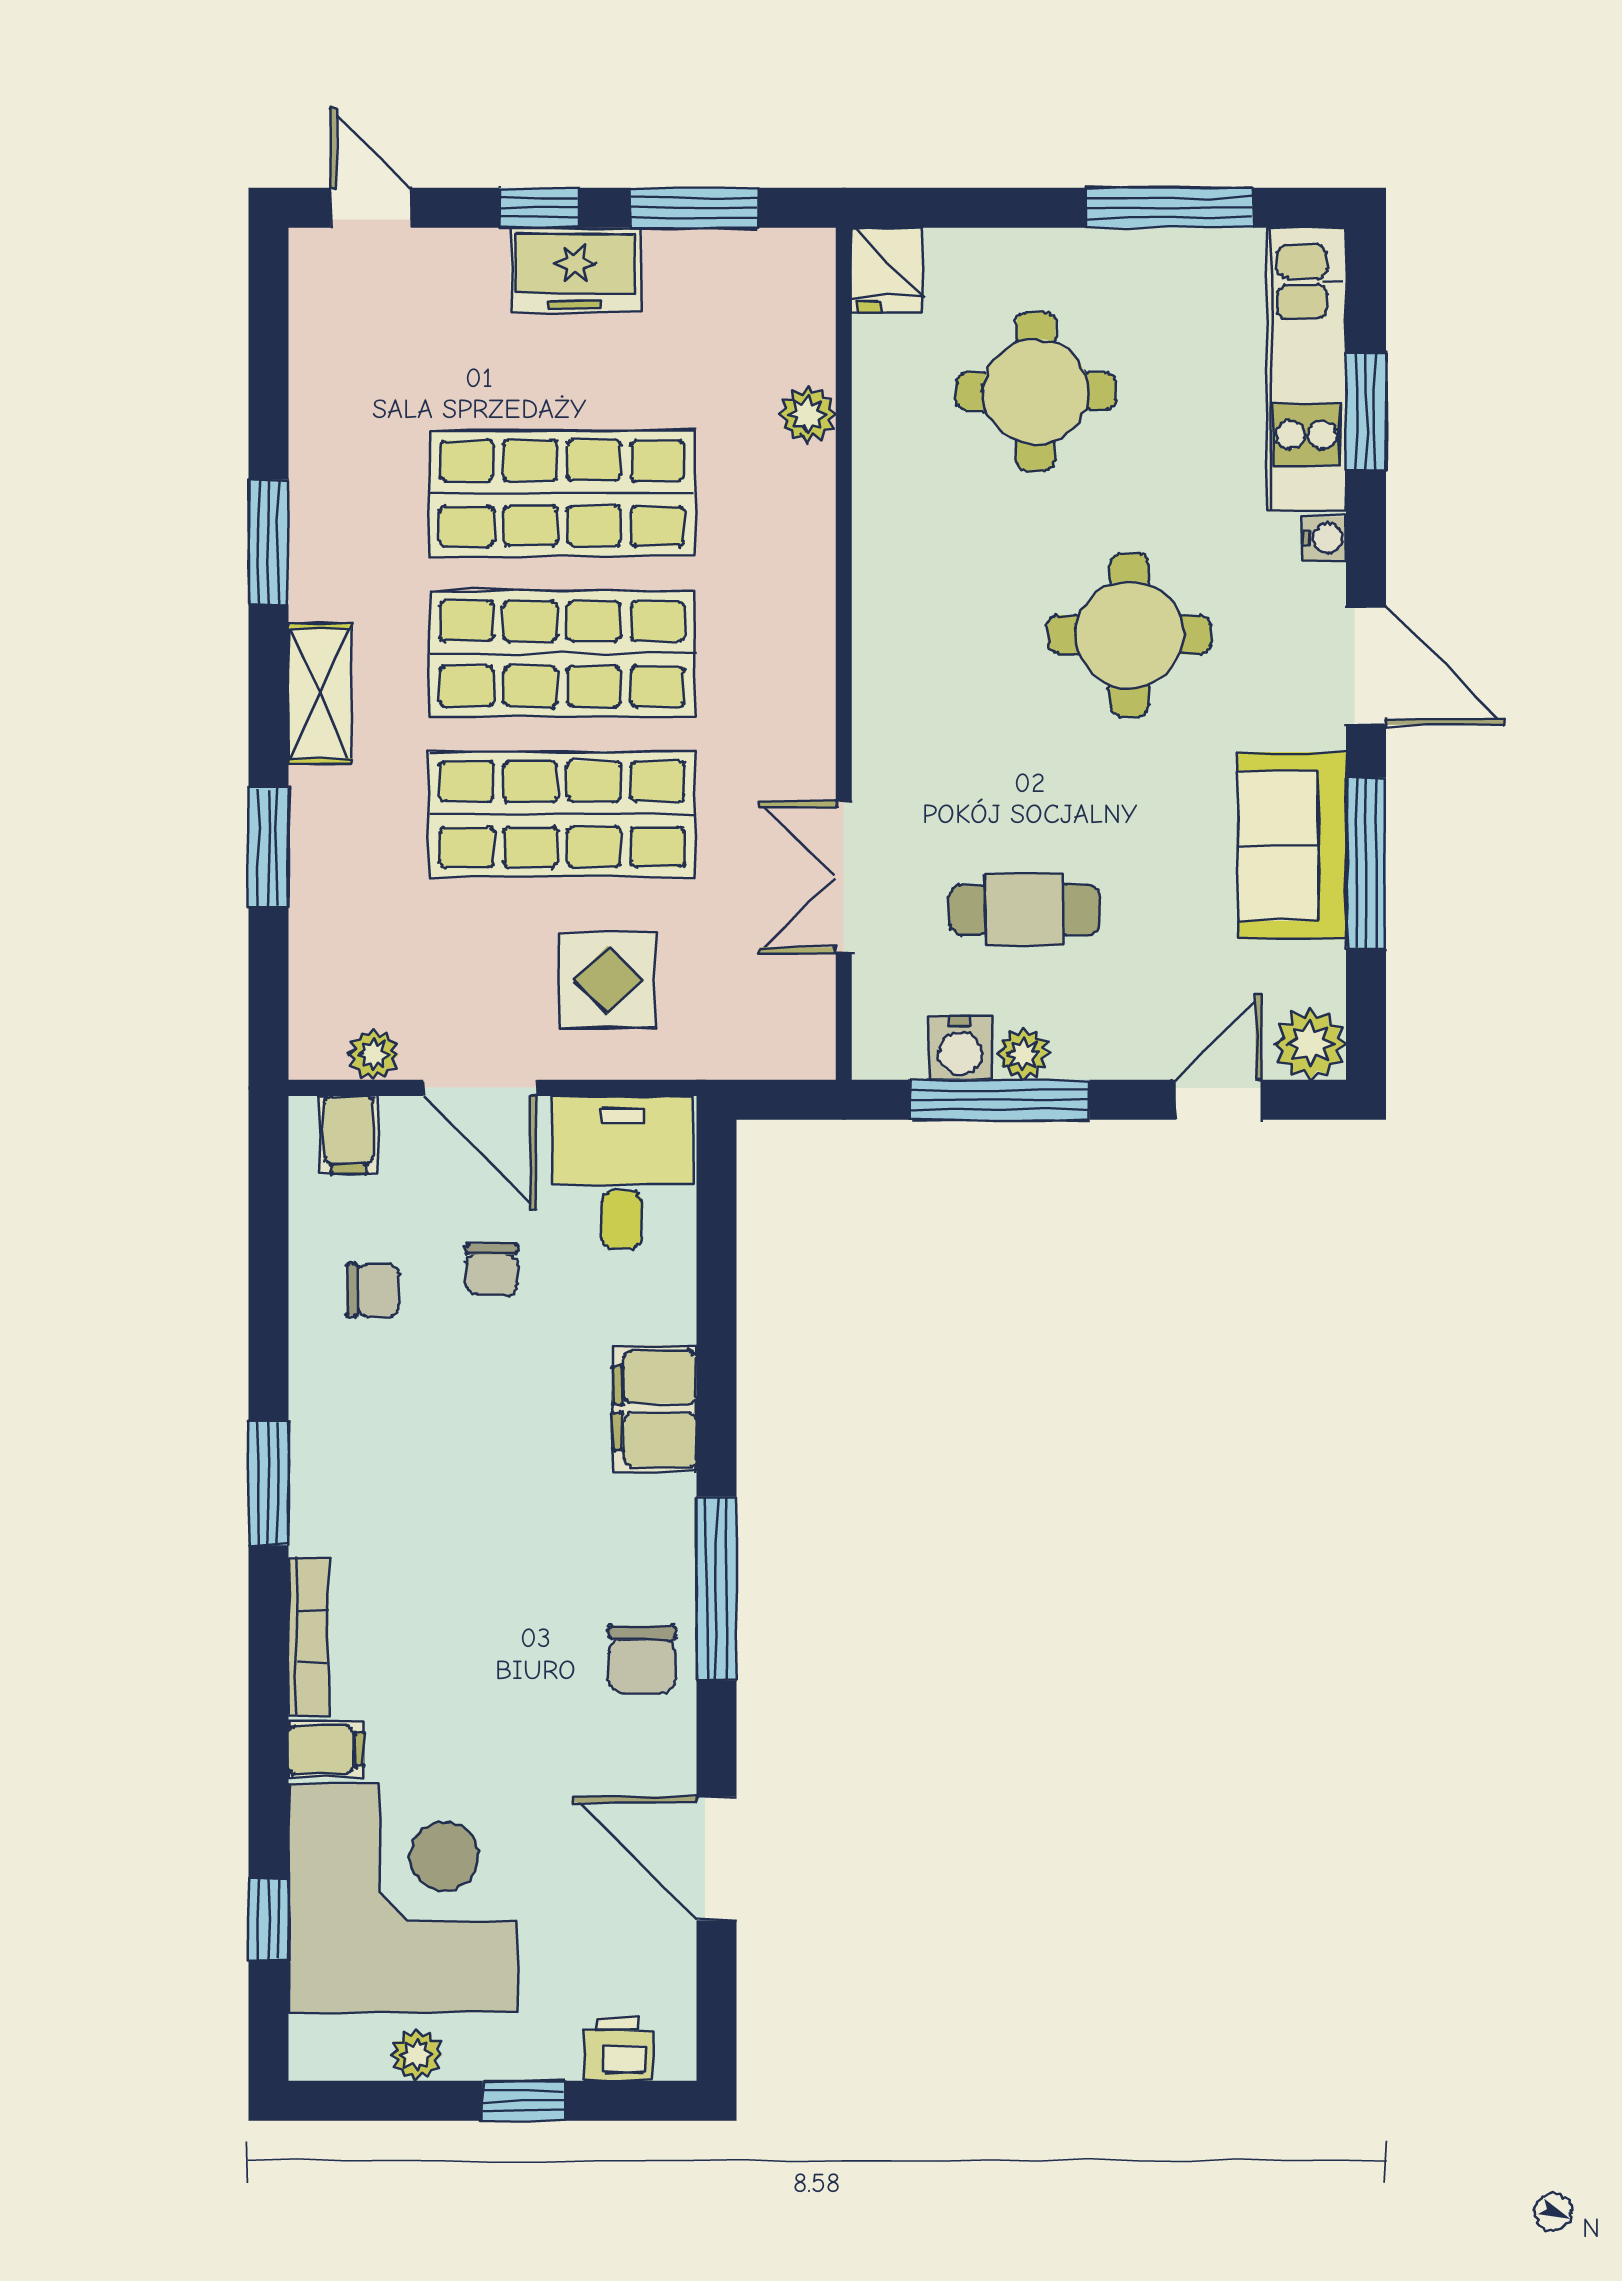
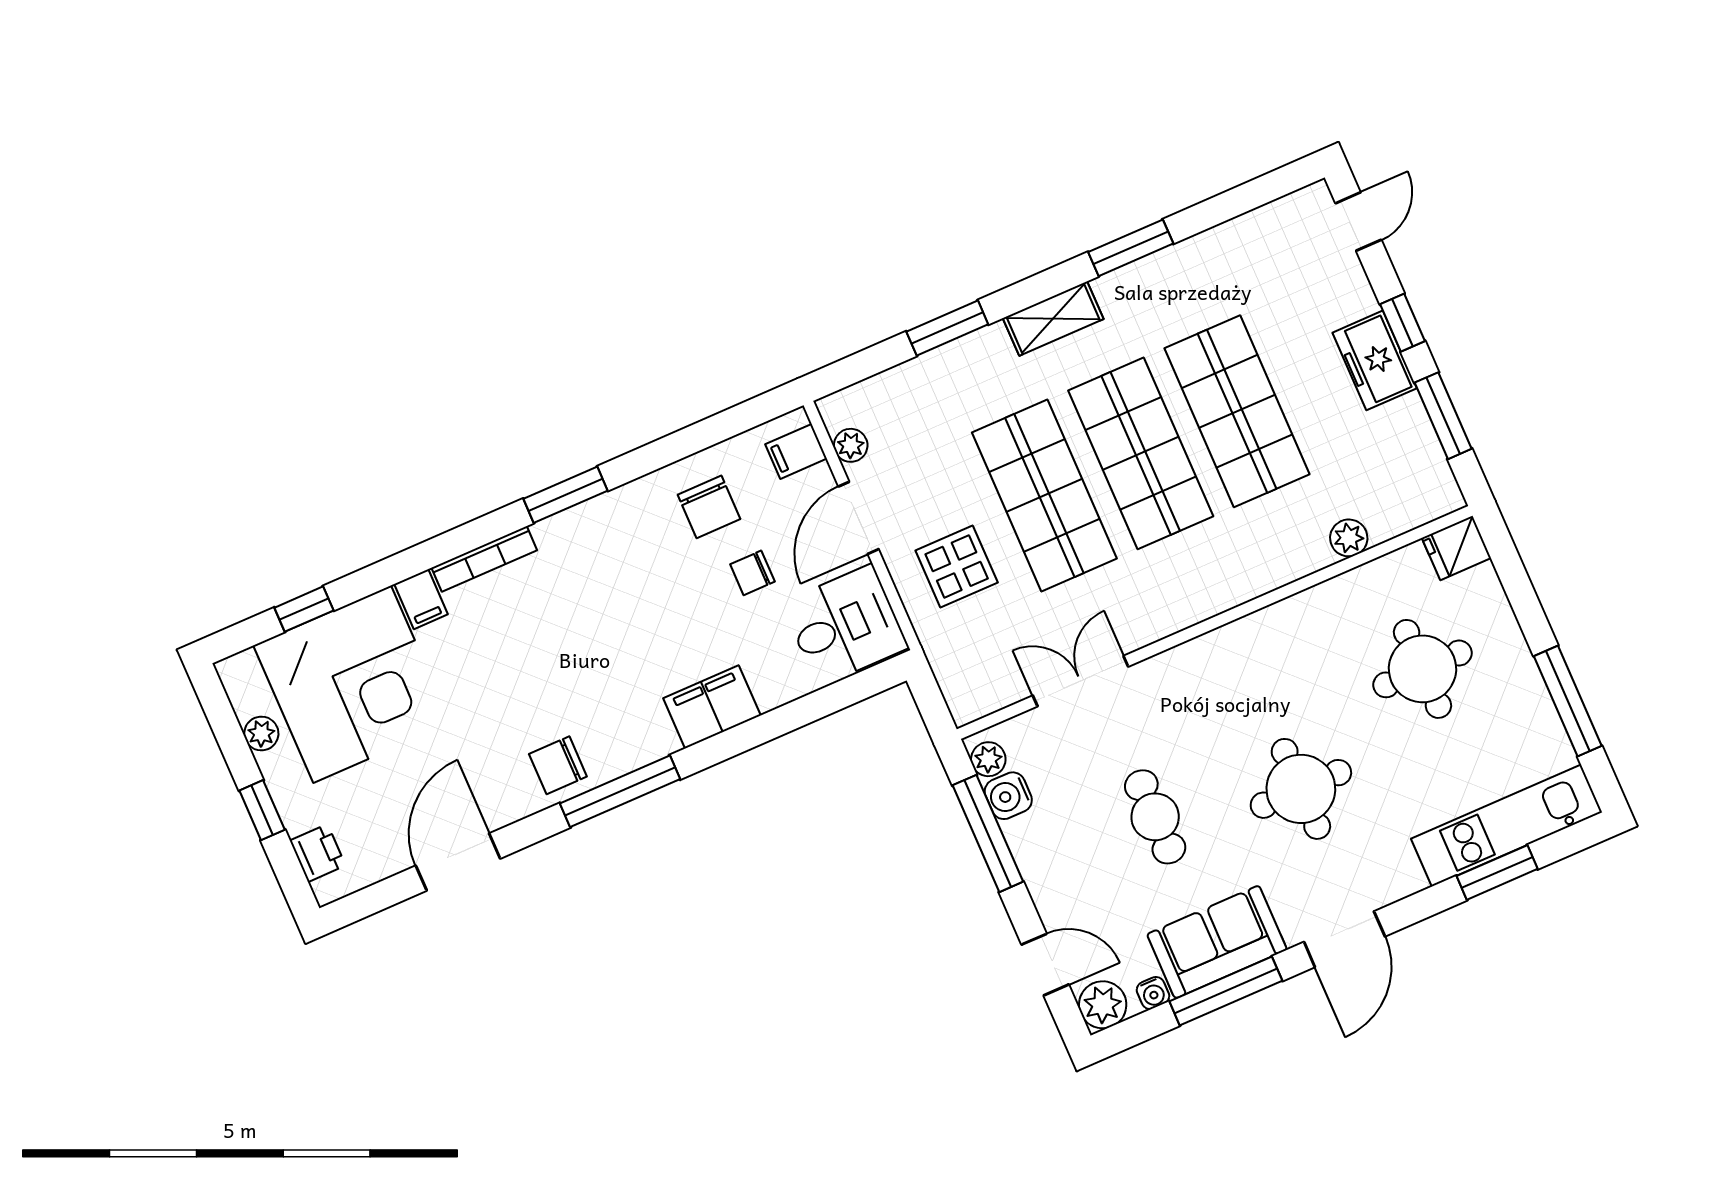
water cooler: (1324, 538) -> (1153, 993), moved
cafe table: (1024, 910) -> (1155, 817), moved
plant: (1023, 1054) -> (988, 759), moved
chair: (373, 1290) -> (709, 507), width x1.37, depth x1.37

